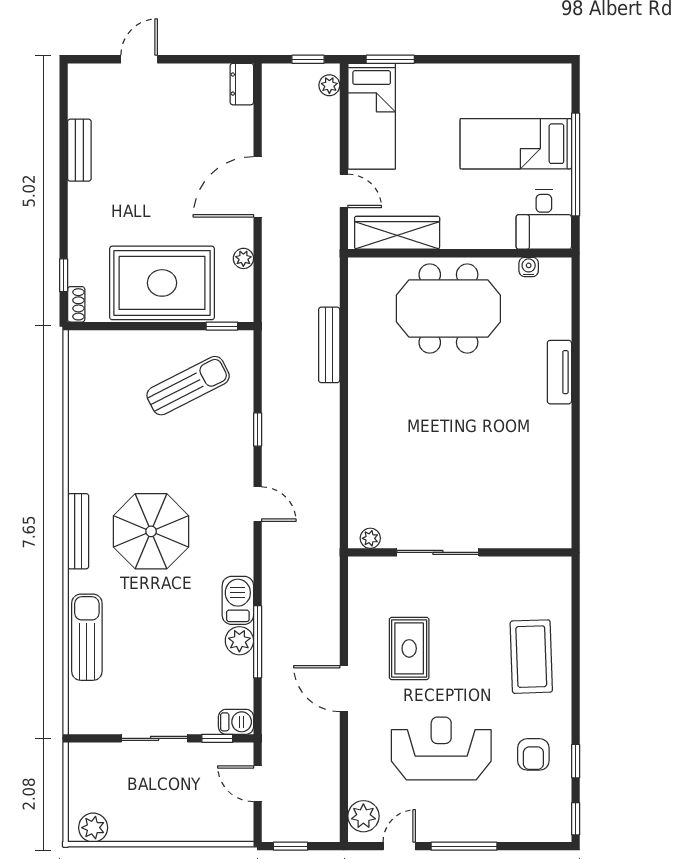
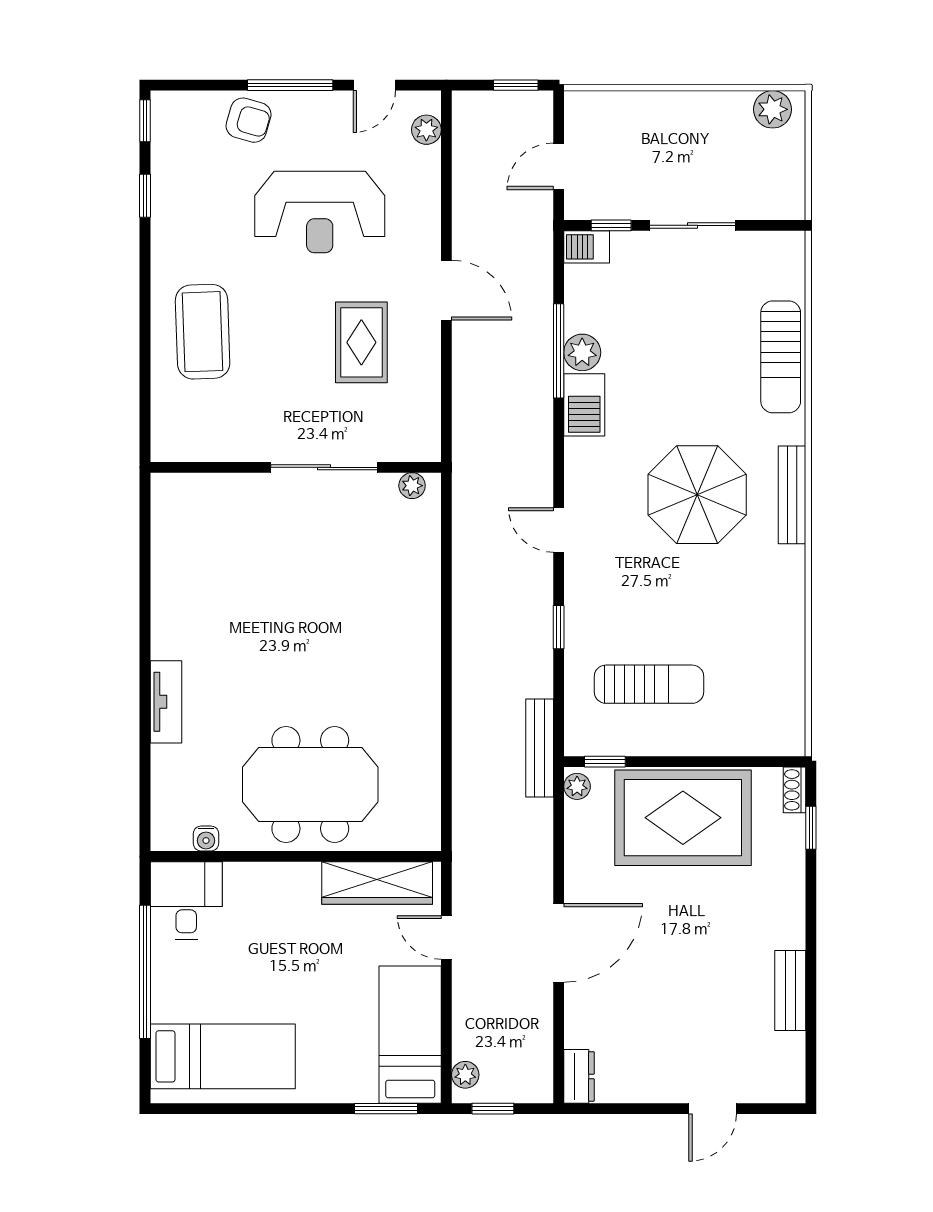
bed: (516, 144) -> (223, 1056), moved
plant: (243, 258) -> (577, 786), moved
bench: (329, 345) -> (540, 748), moved
sun lounger: (188, 386) -> (649, 684), turned -153
armchair: (533, 754) -> (249, 120), moved, turned 106
door: (258, 784) -> (559, 166), swing flipped
plant: (363, 816) -> (426, 130), width x0.73, depth x0.73

